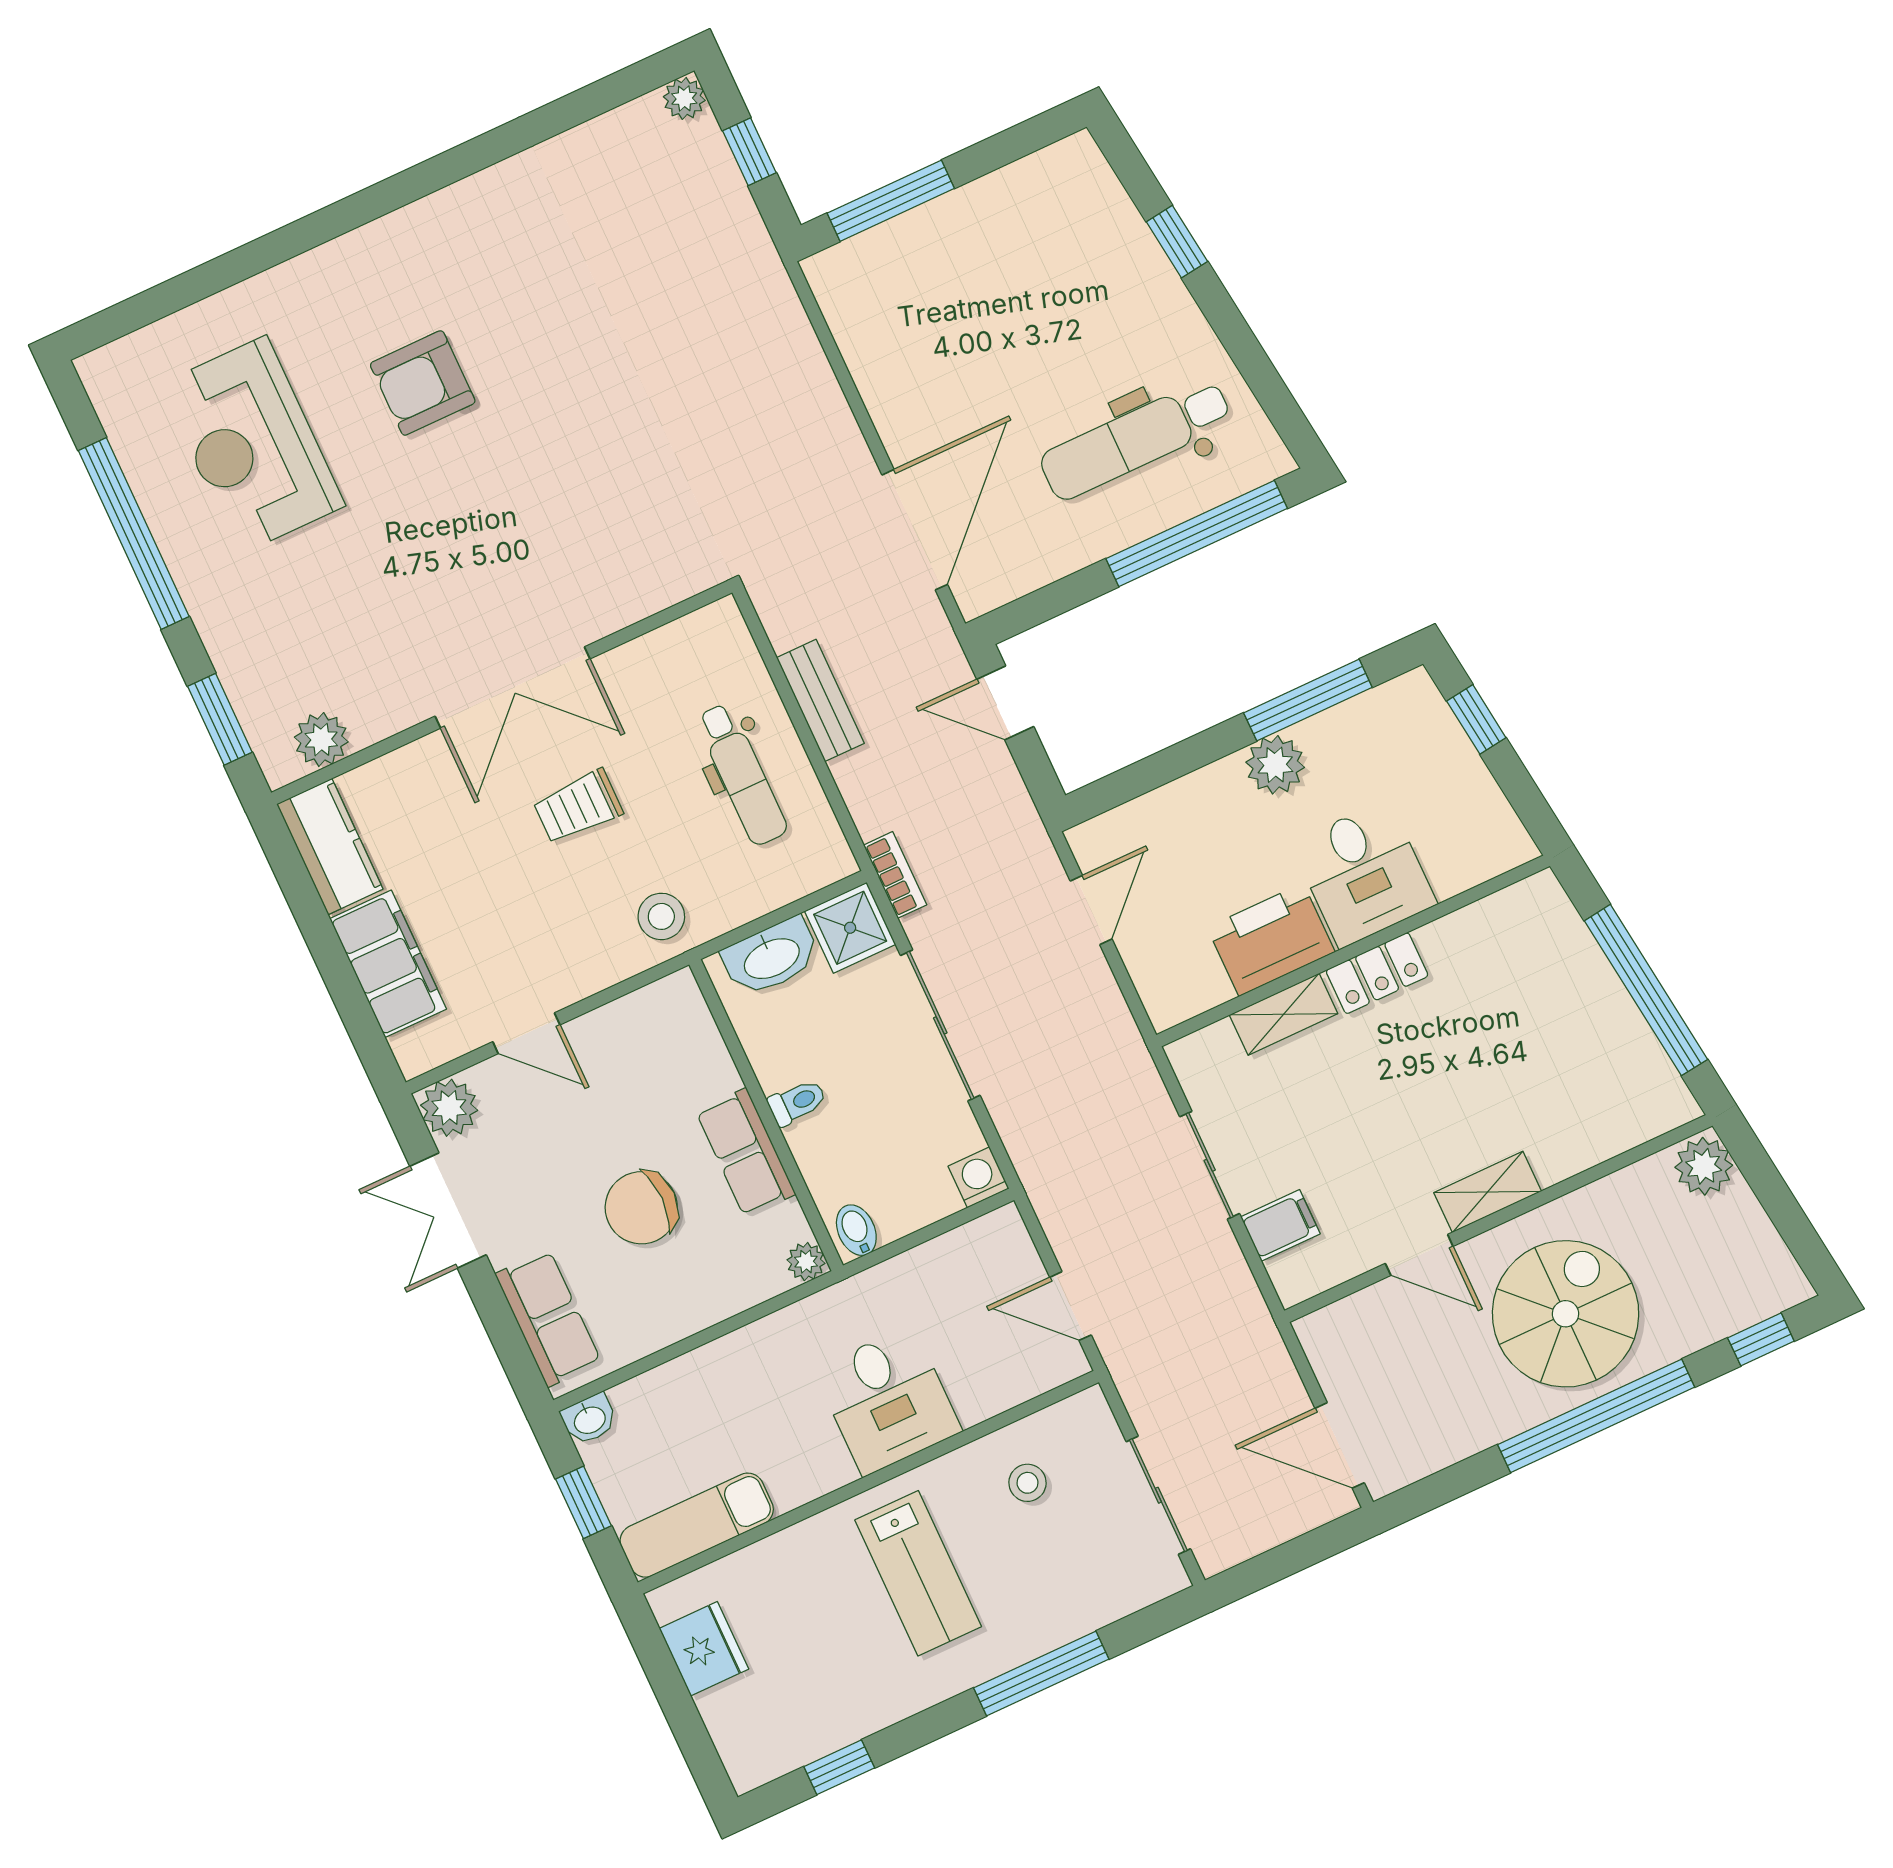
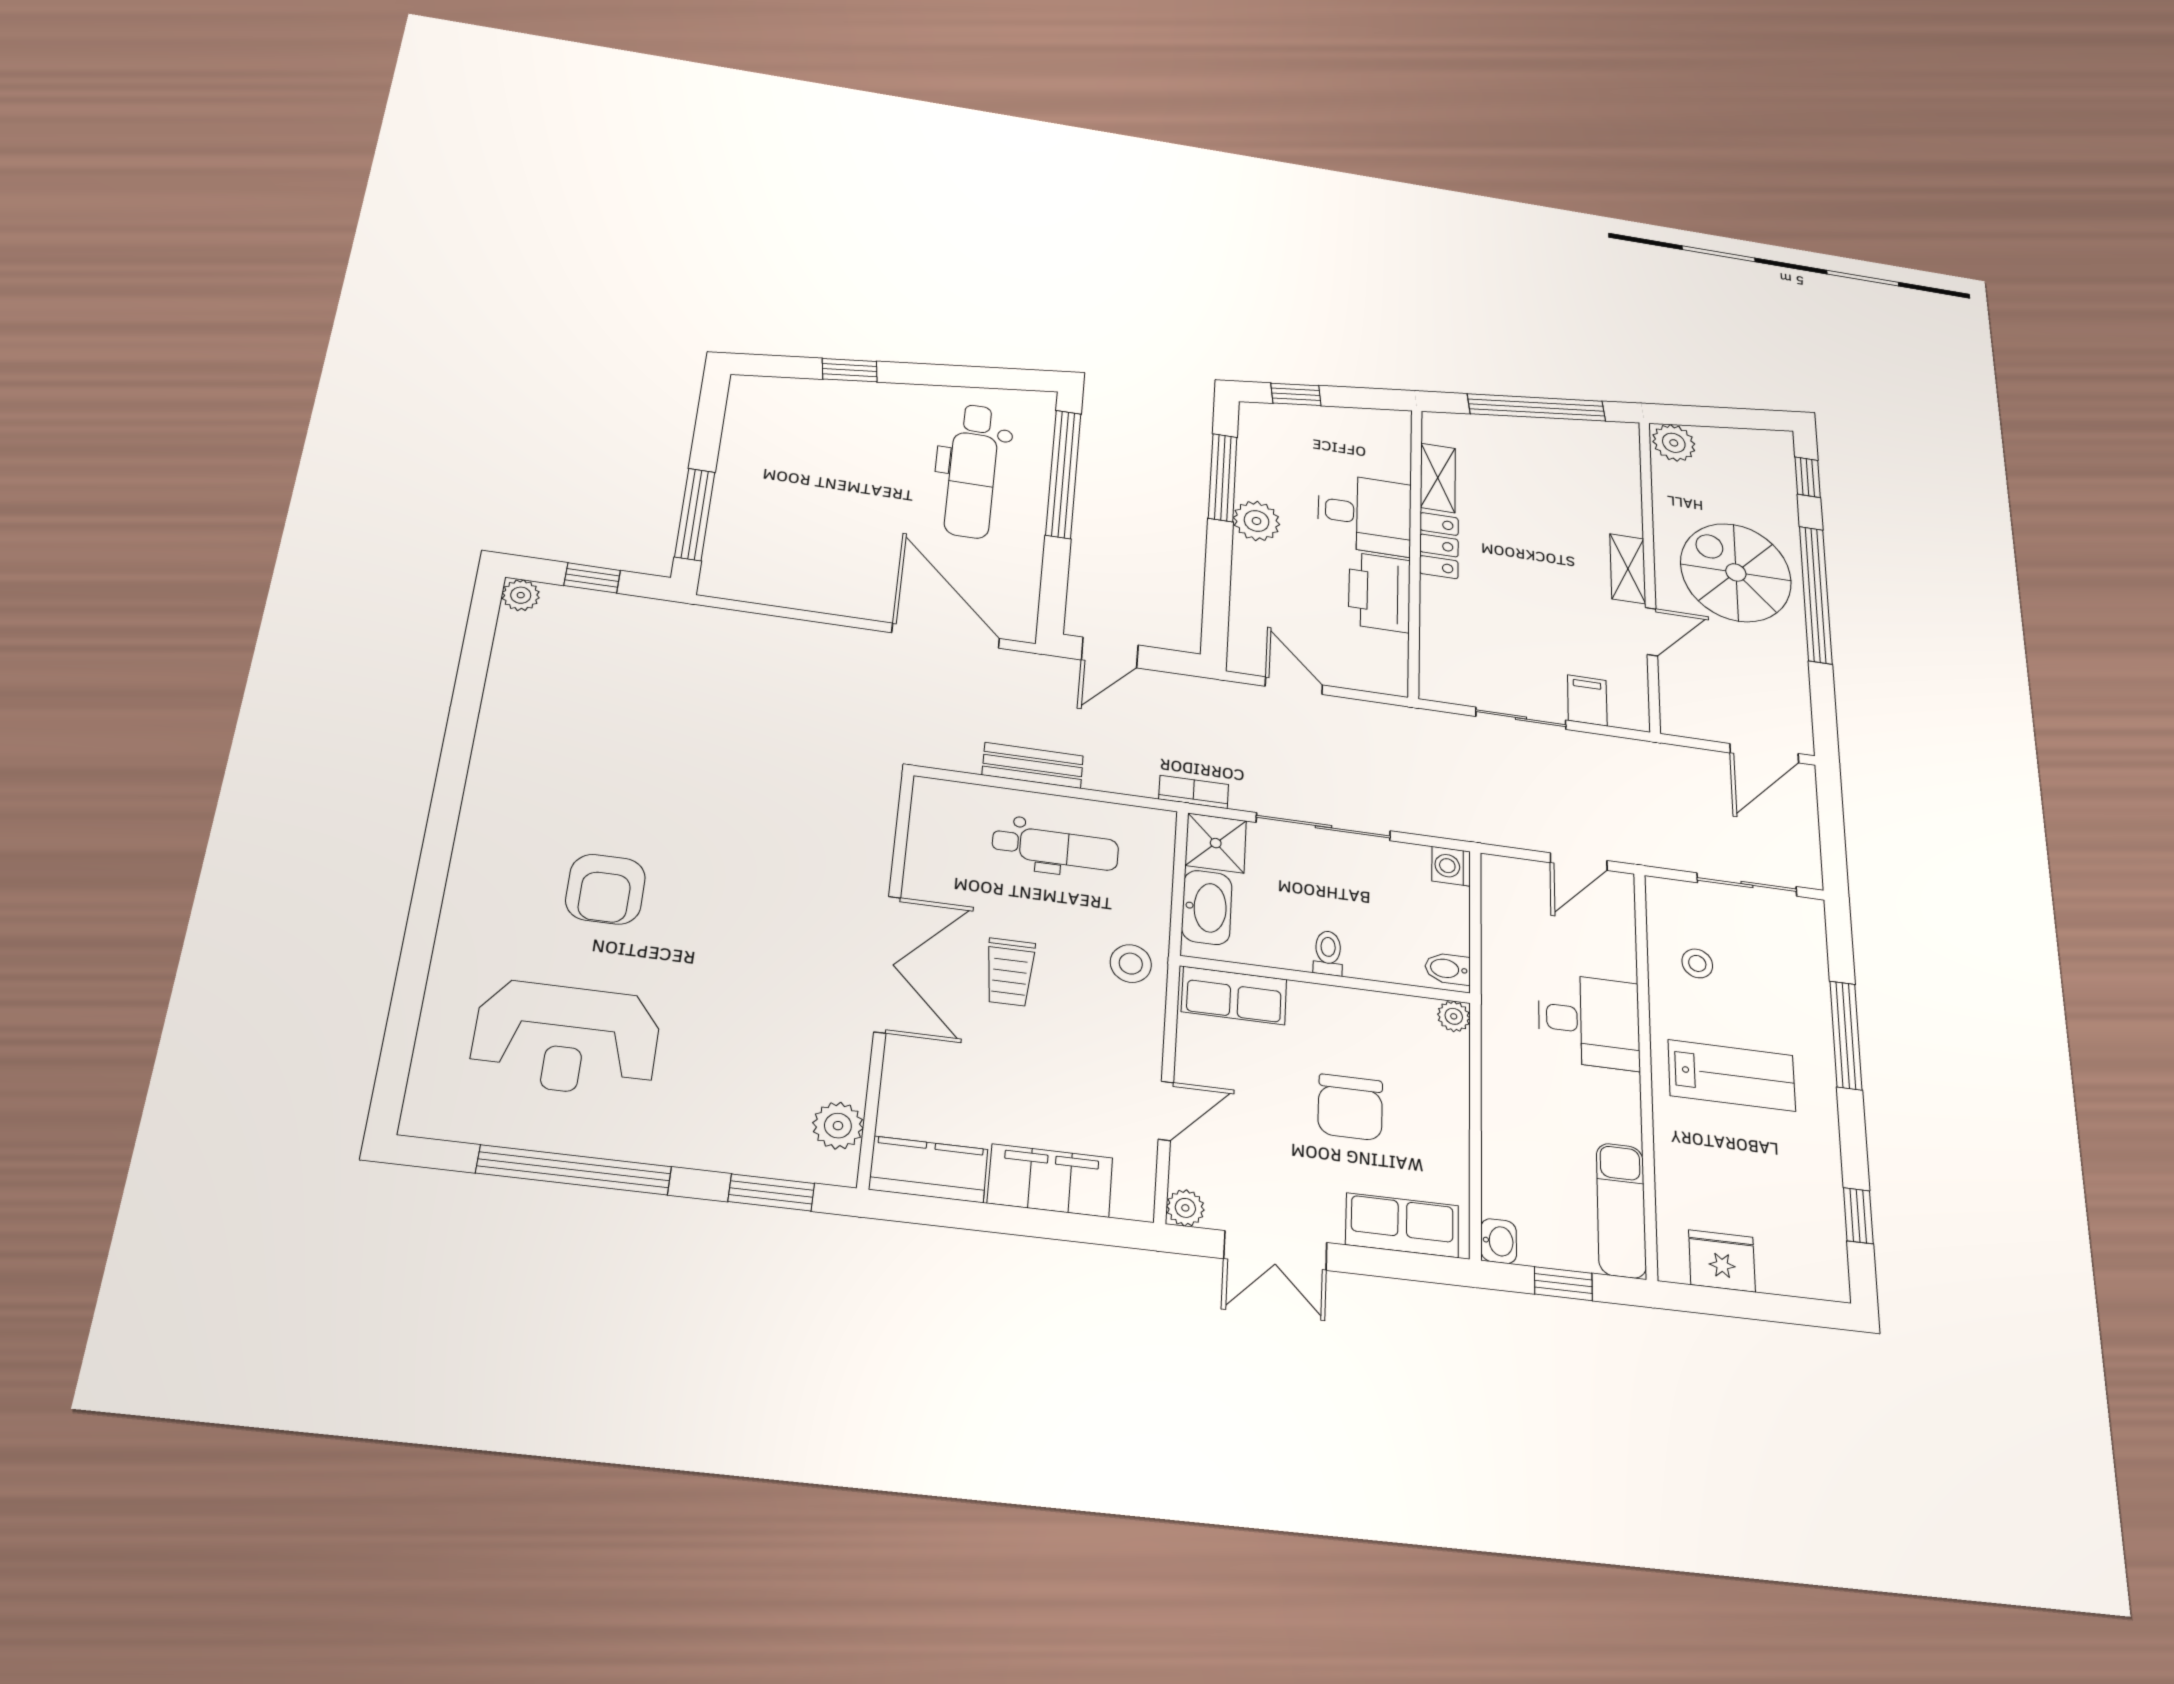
shelving: (1284, 1014) -> (1438, 478), moved
plant: (449, 1108) -> (1185, 1208), width x0.73, depth x0.73
row of seats: (746, 1153) -> (1234, 996), moved

